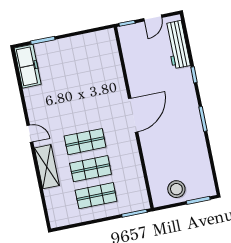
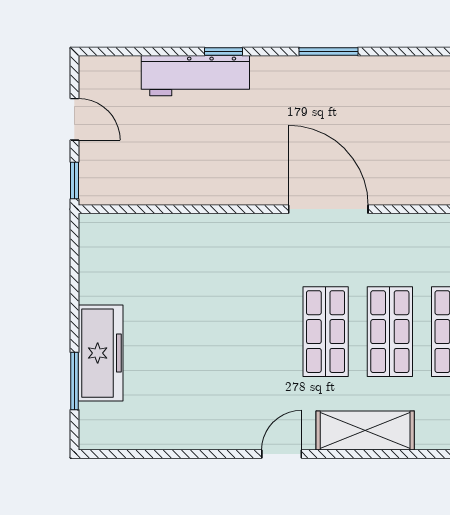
workbench: (177, 45) -> (195, 76), moved
freezer: (28, 66) -> (101, 353), moved, turned 90
door: (133, 115) -> (328, 209), moved

